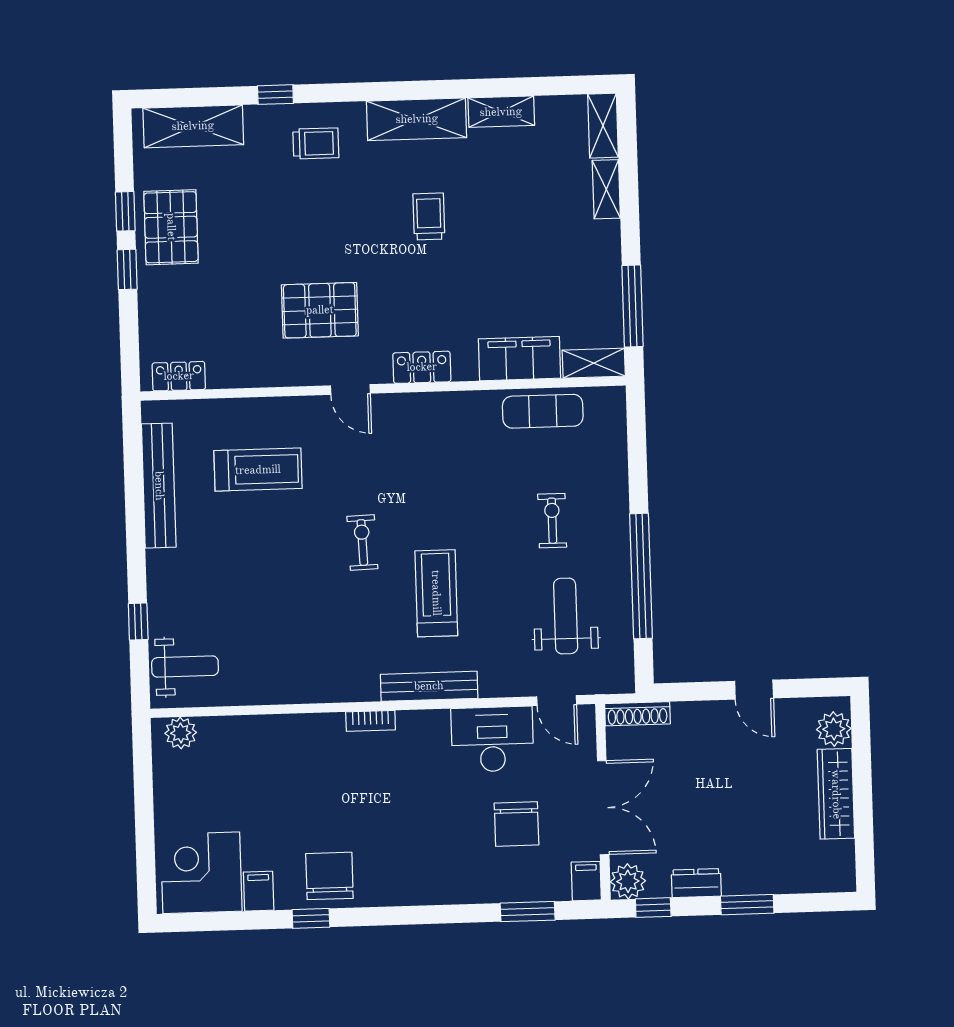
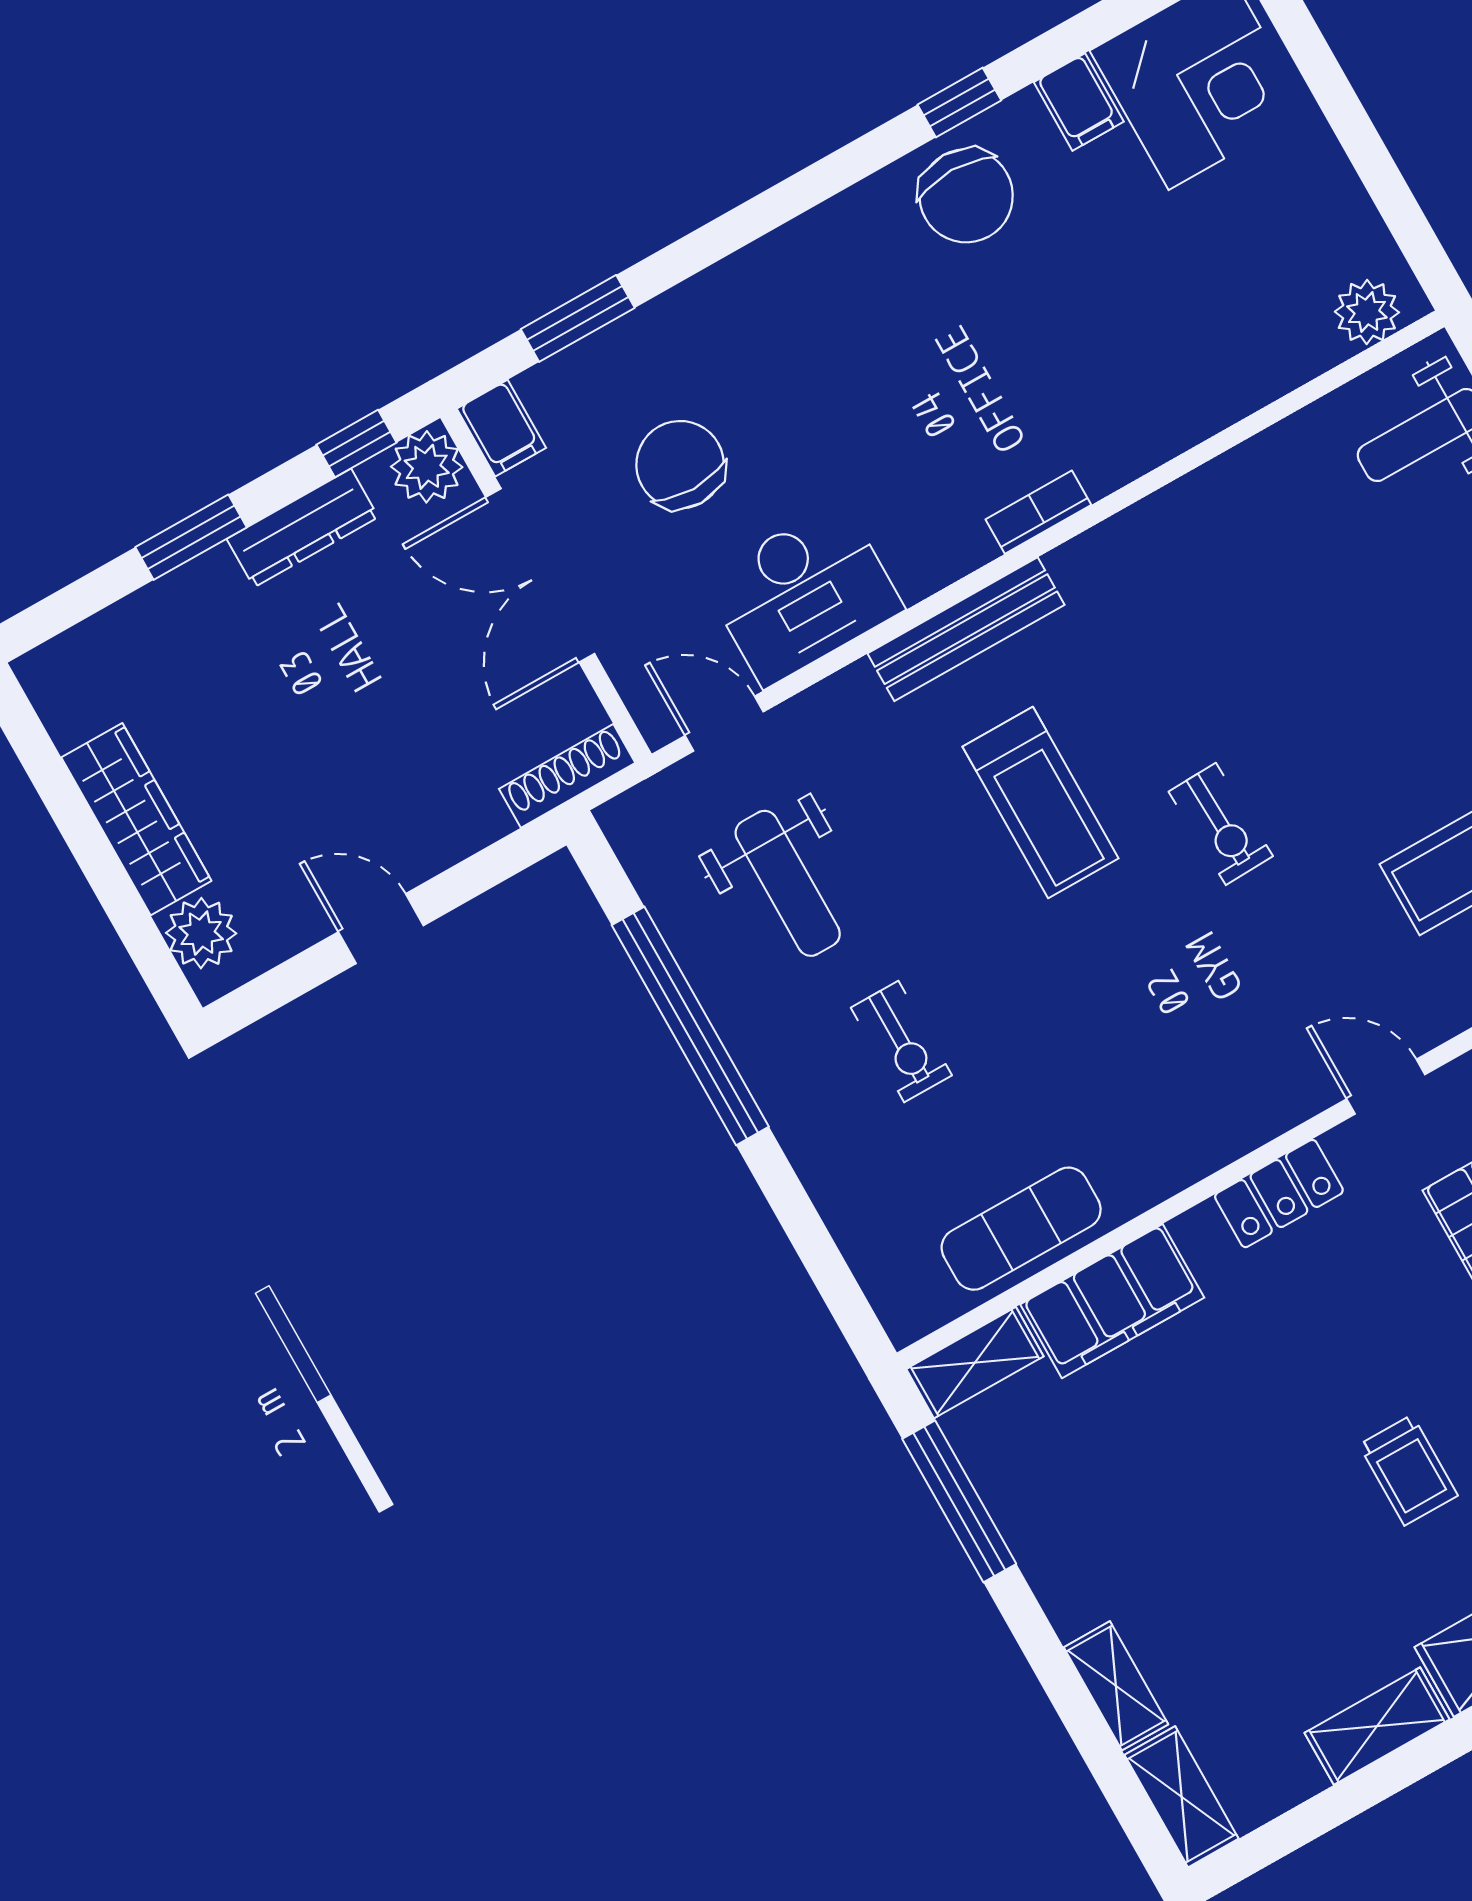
dresser: (696, 883) -> (303, 528), width x1.44

